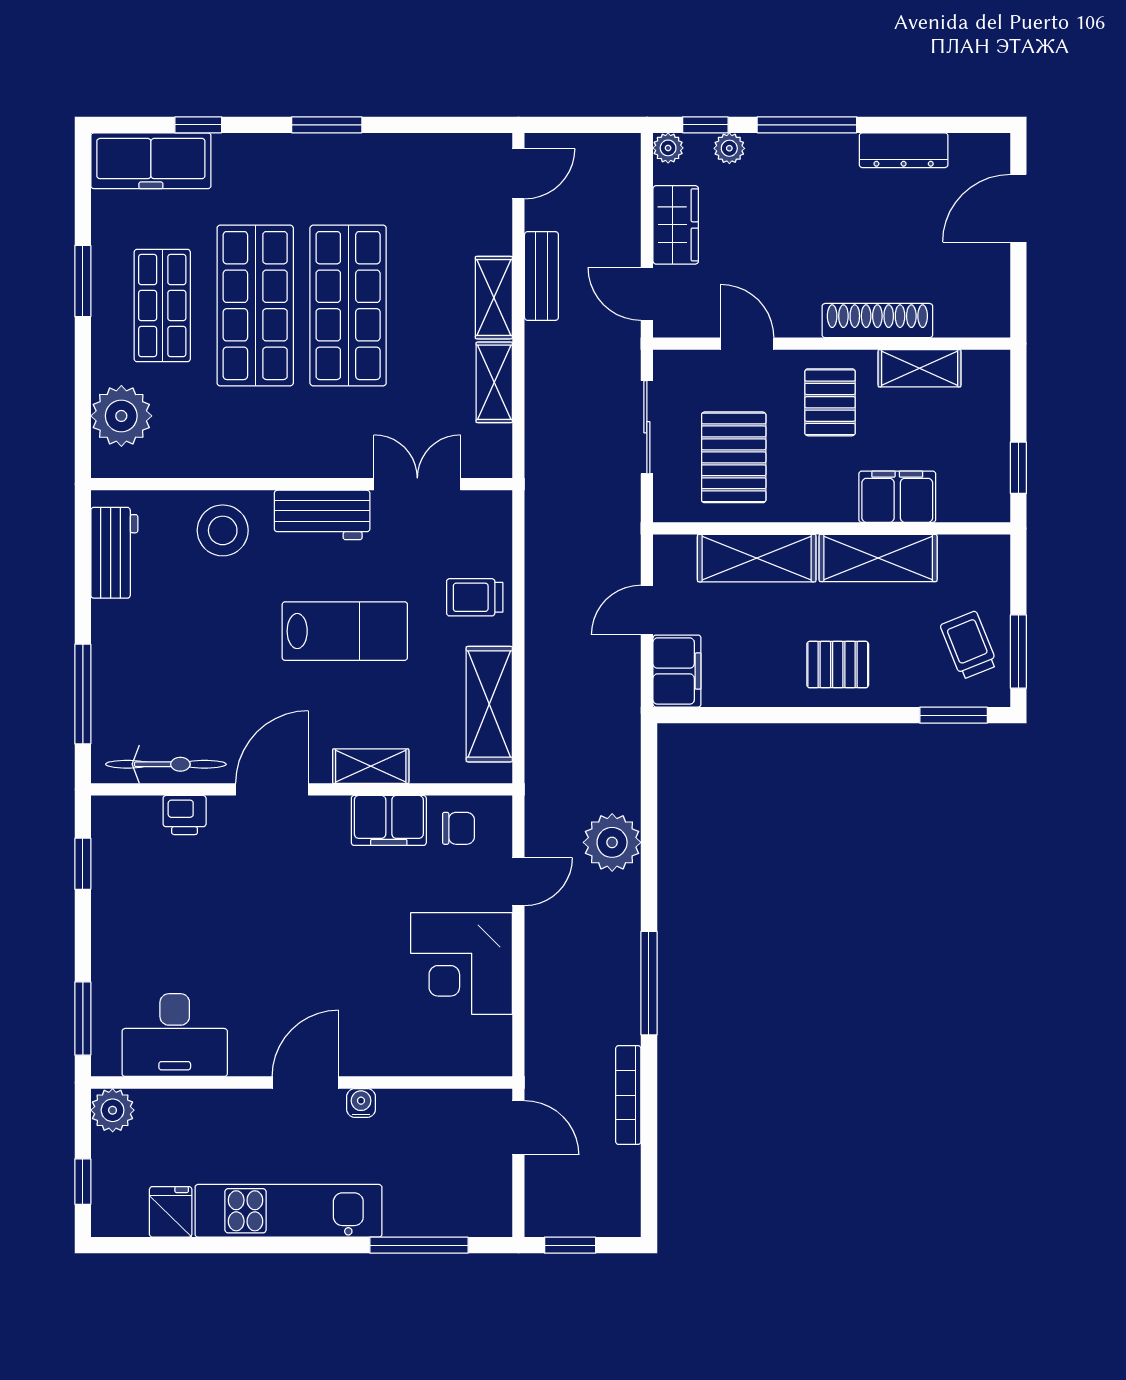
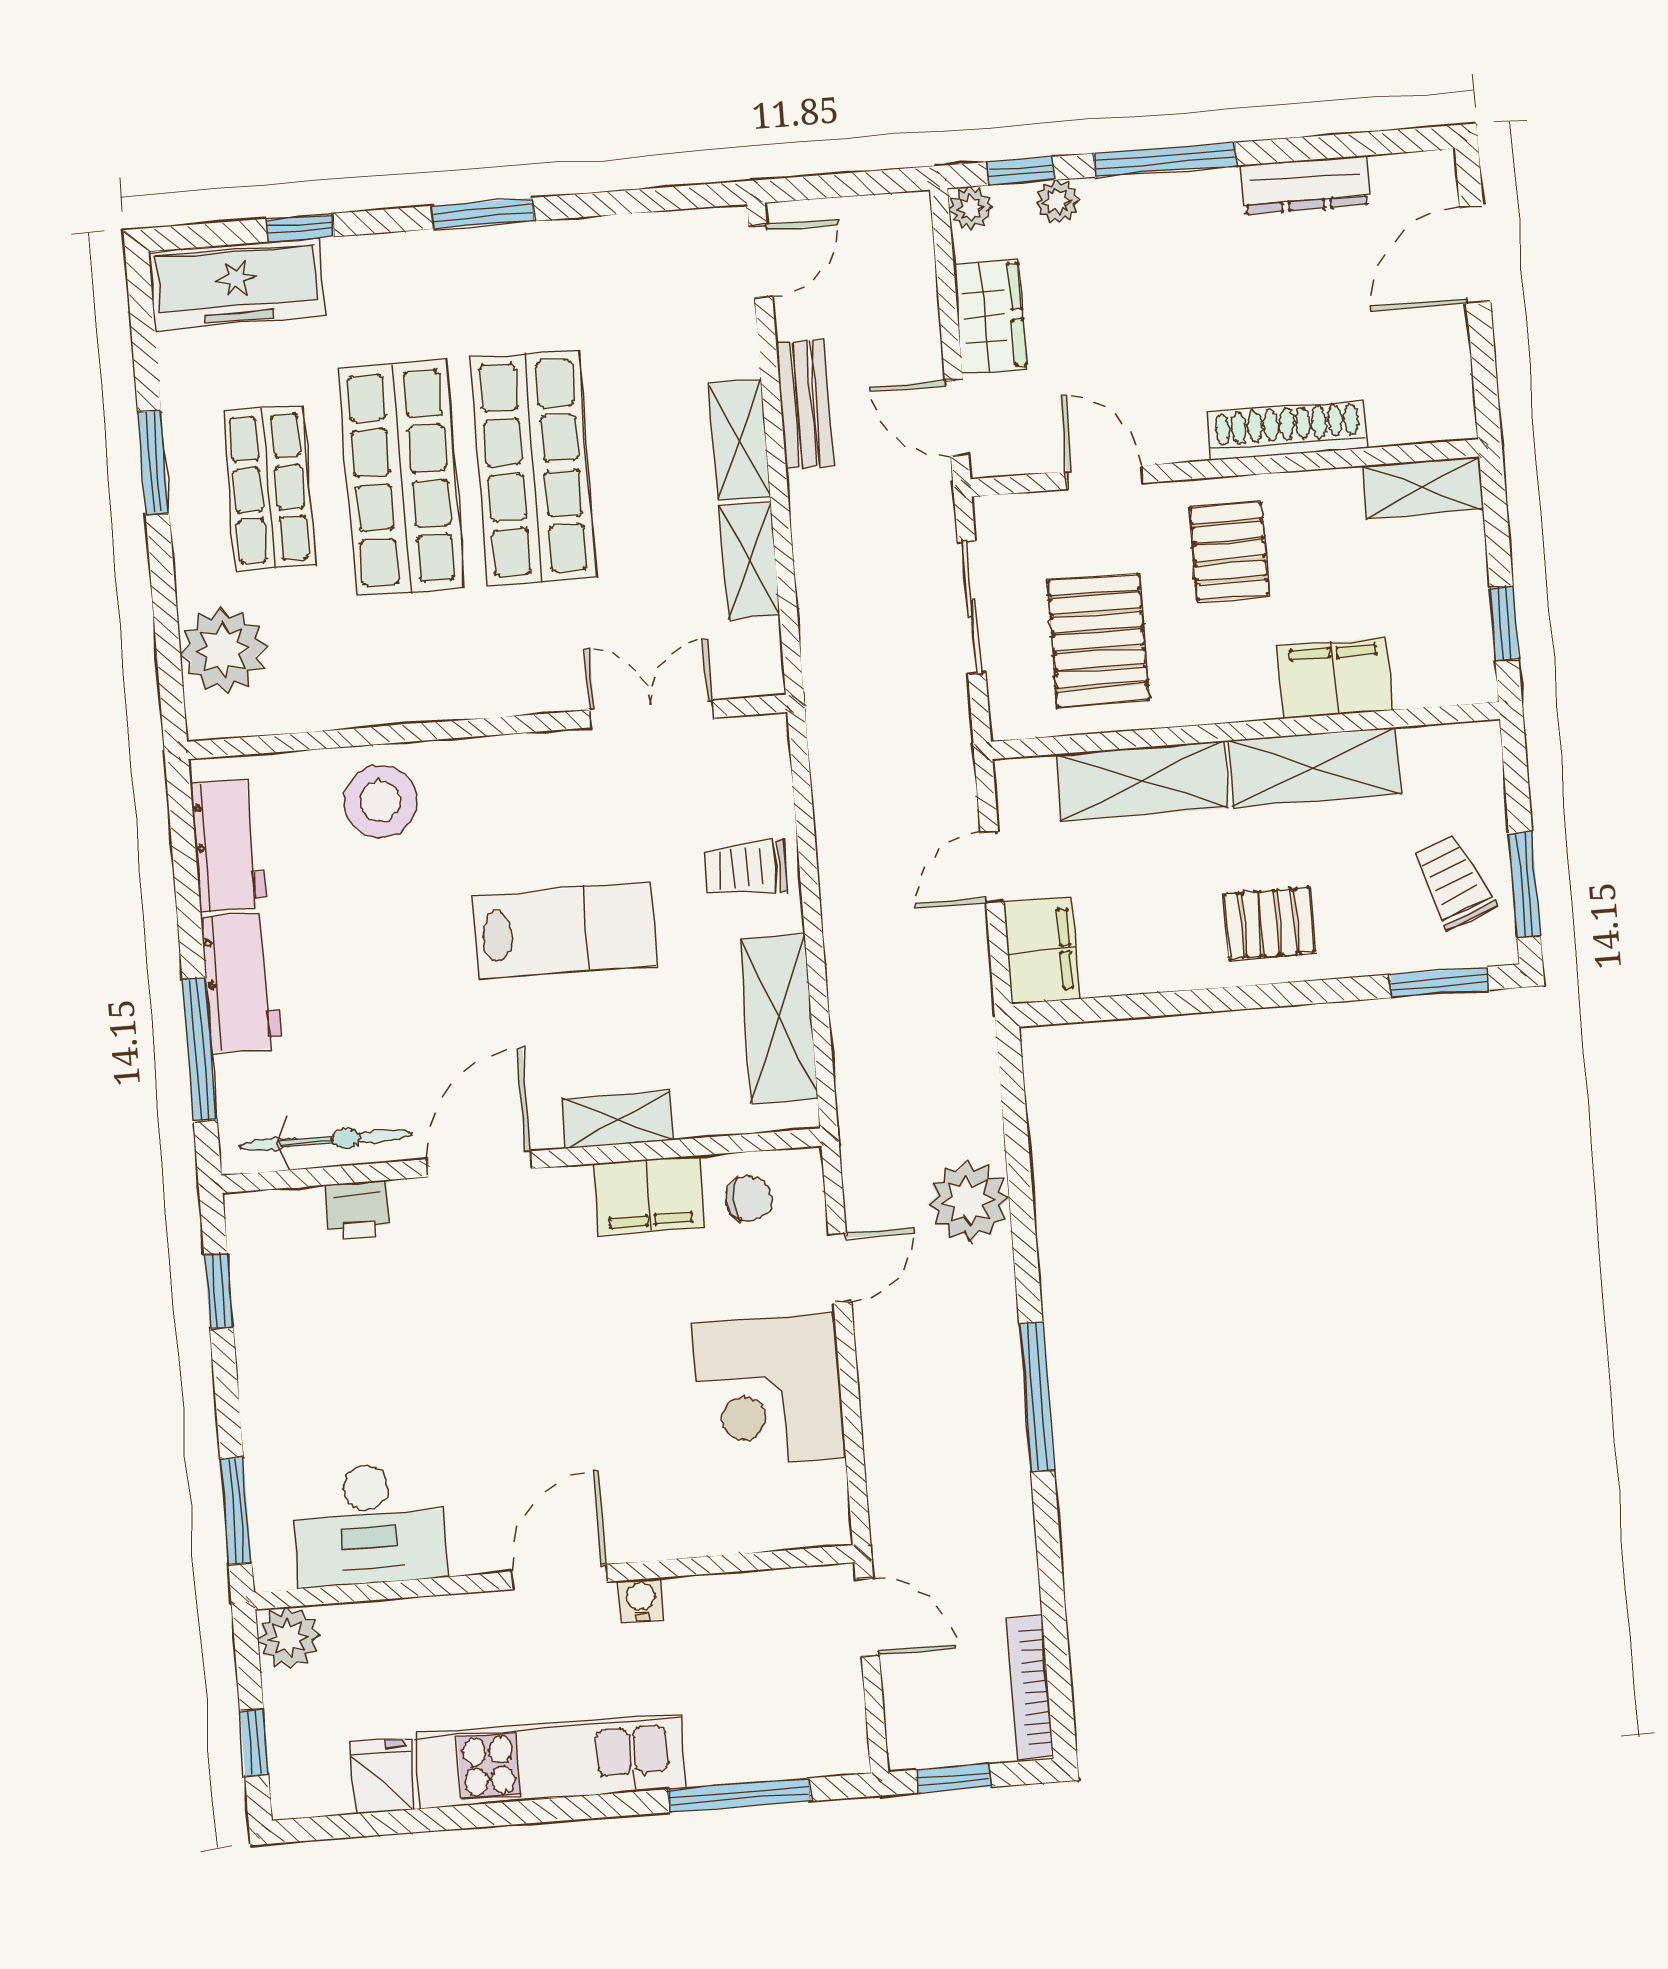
shelving: (920, 368) -> (1423, 488), moved
workbench: (322, 515) -> (241, 982), moved, turned -90
bookcase: (628, 1095) -> (1030, 1687), moved

